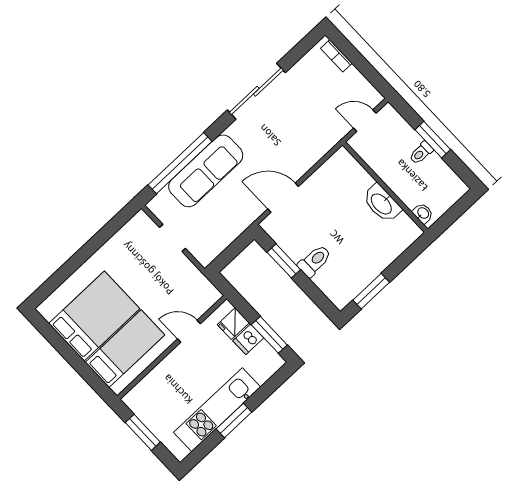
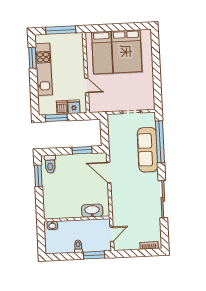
window: (433, 140) -> (94, 255), moved
door: (283, 198) -> (109, 173), swing flipped
washbasin: (382, 204) -> (92, 211), moved
toilet: (315, 261) -> (50, 164), moved
door: (189, 331) -> (87, 85), hinge flipped
window: (234, 420) -> (32, 58), moved
window: (143, 432) -> (61, 30), width x1.44

